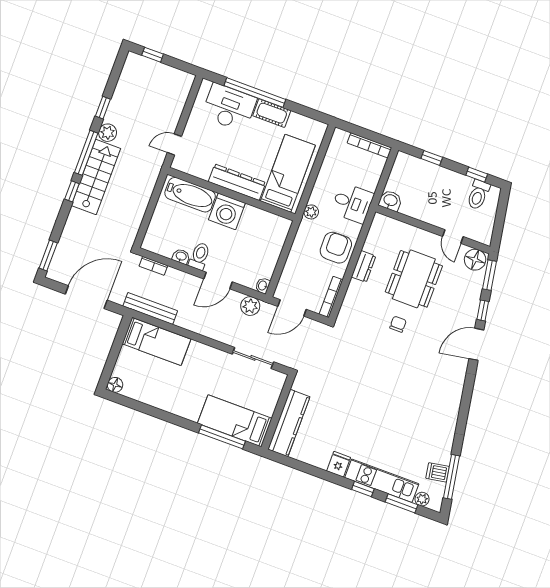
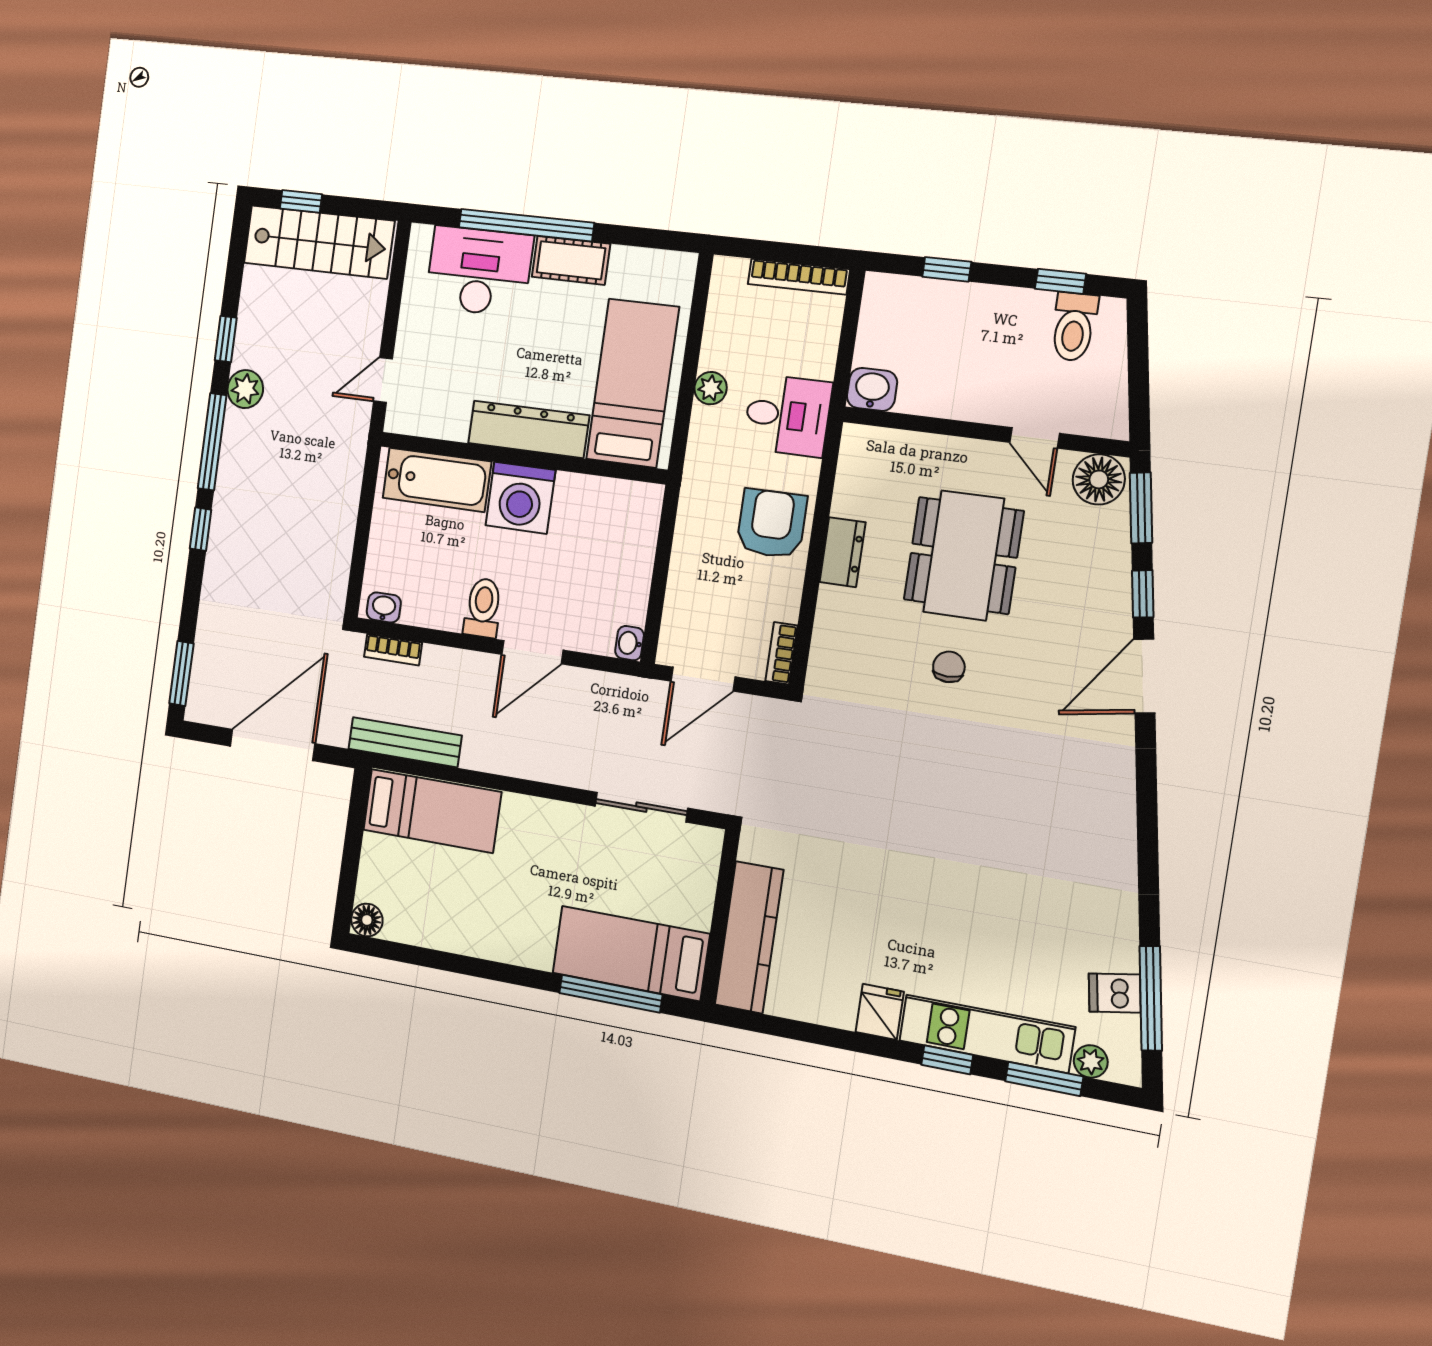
stairs: (96, 177) -> (319, 242), moved, turned 90
plant: (311, 212) -> (711, 388), moved
washbasin: (181, 256) -> (384, 607), moved
bookcase: (331, 297) -> (781, 653), width x0.64
plant: (250, 306) -> (612, 694), removed

